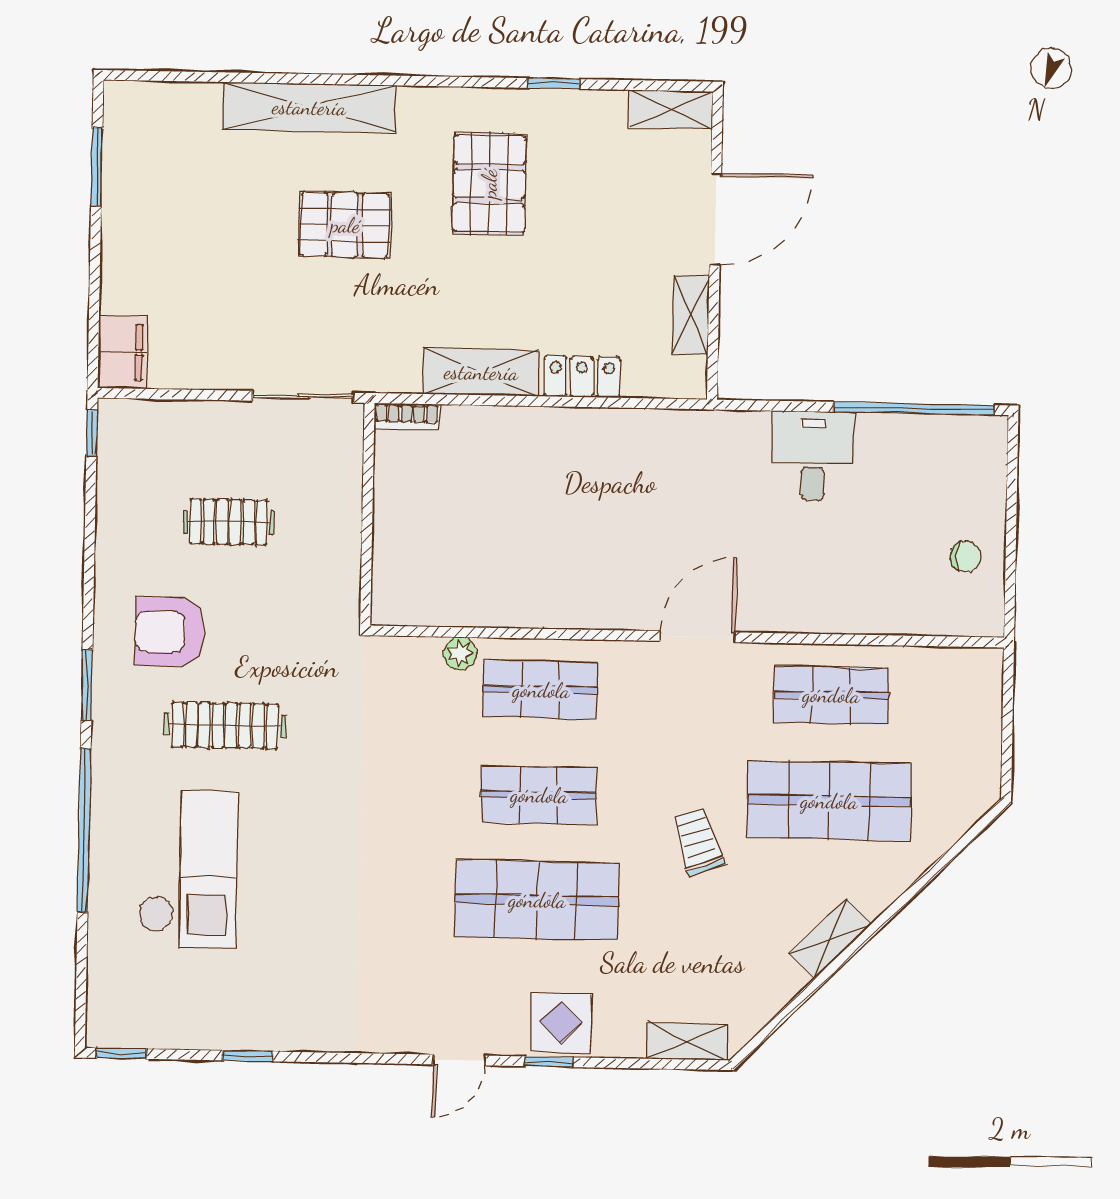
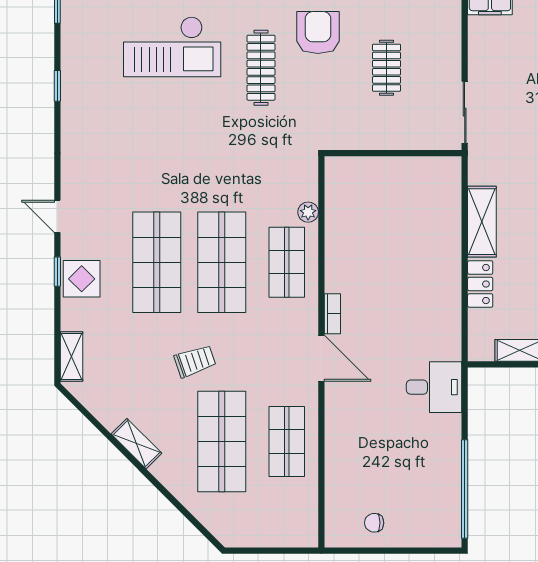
bookcase: (407, 417) -> (332, 314), moved, turned 180
desk: (813, 456) -> (434, 387), moved
chair: (966, 556) -> (374, 523), turned 90
shop shelf: (539, 795) -> (222, 262), width x1.43, depth x1.36

